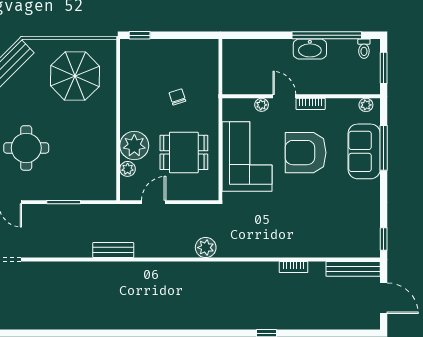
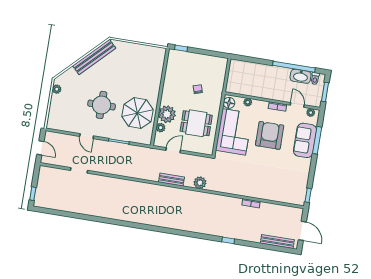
washbasin: (310, 49) -> (301, 76), moved
parasol: (75, 76) -> (137, 113), moved
door: (284, 96) -> (297, 105), moved
floor lamp: (231, 111) -> (229, 103), added
armchair: (306, 153) -> (270, 135), turned 90
bench: (113, 250) -> (171, 180), moved
bench: (353, 269) -> (277, 241), moved

